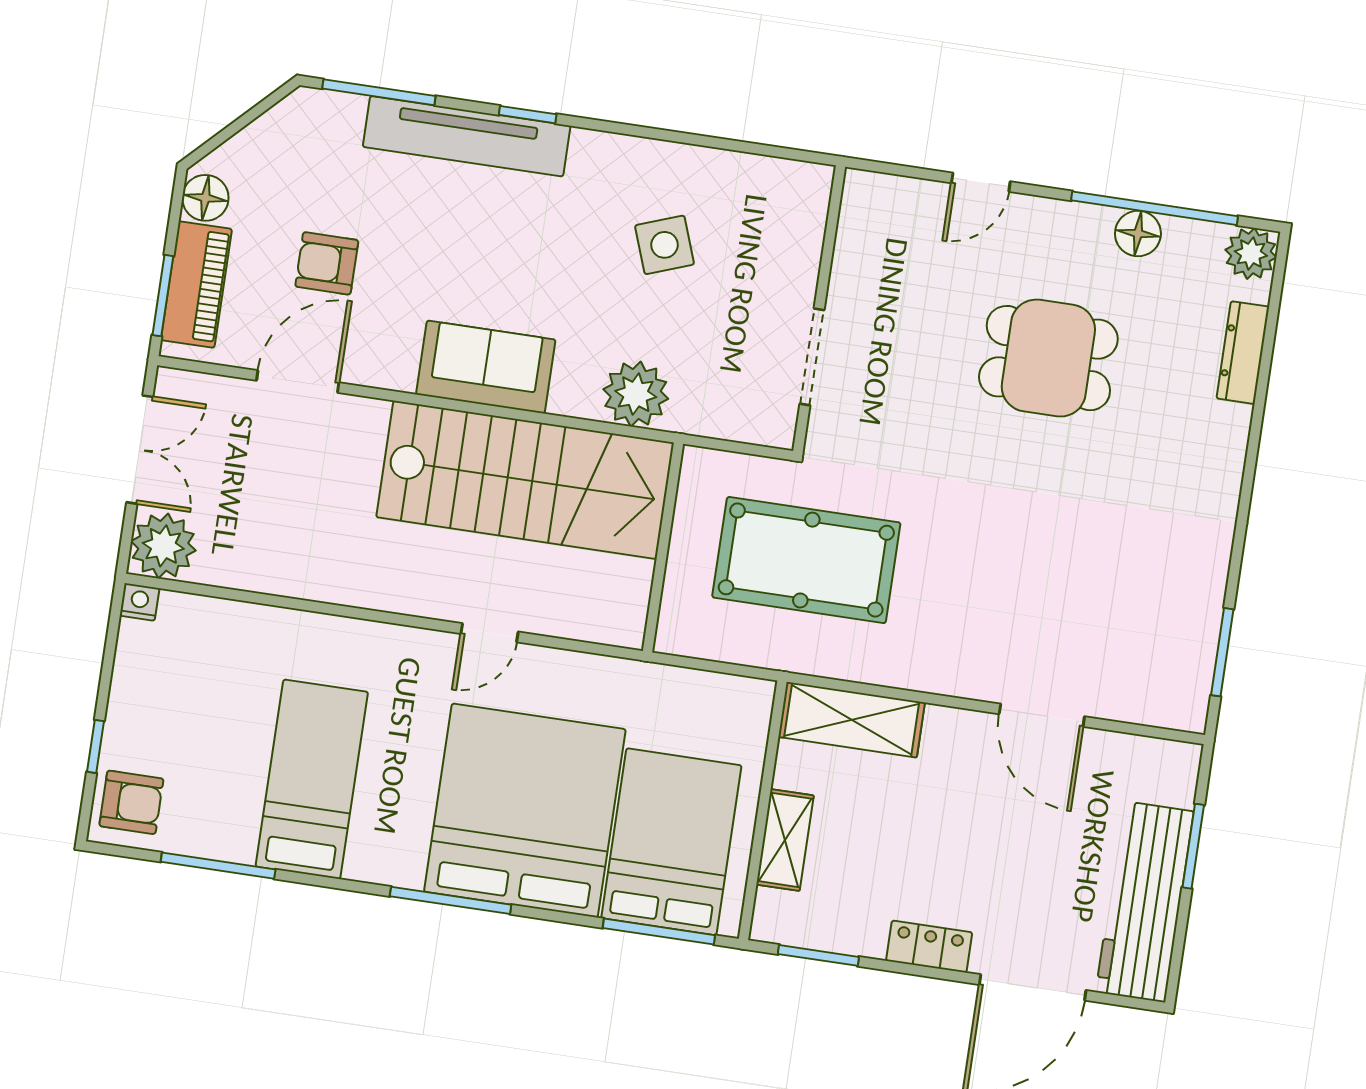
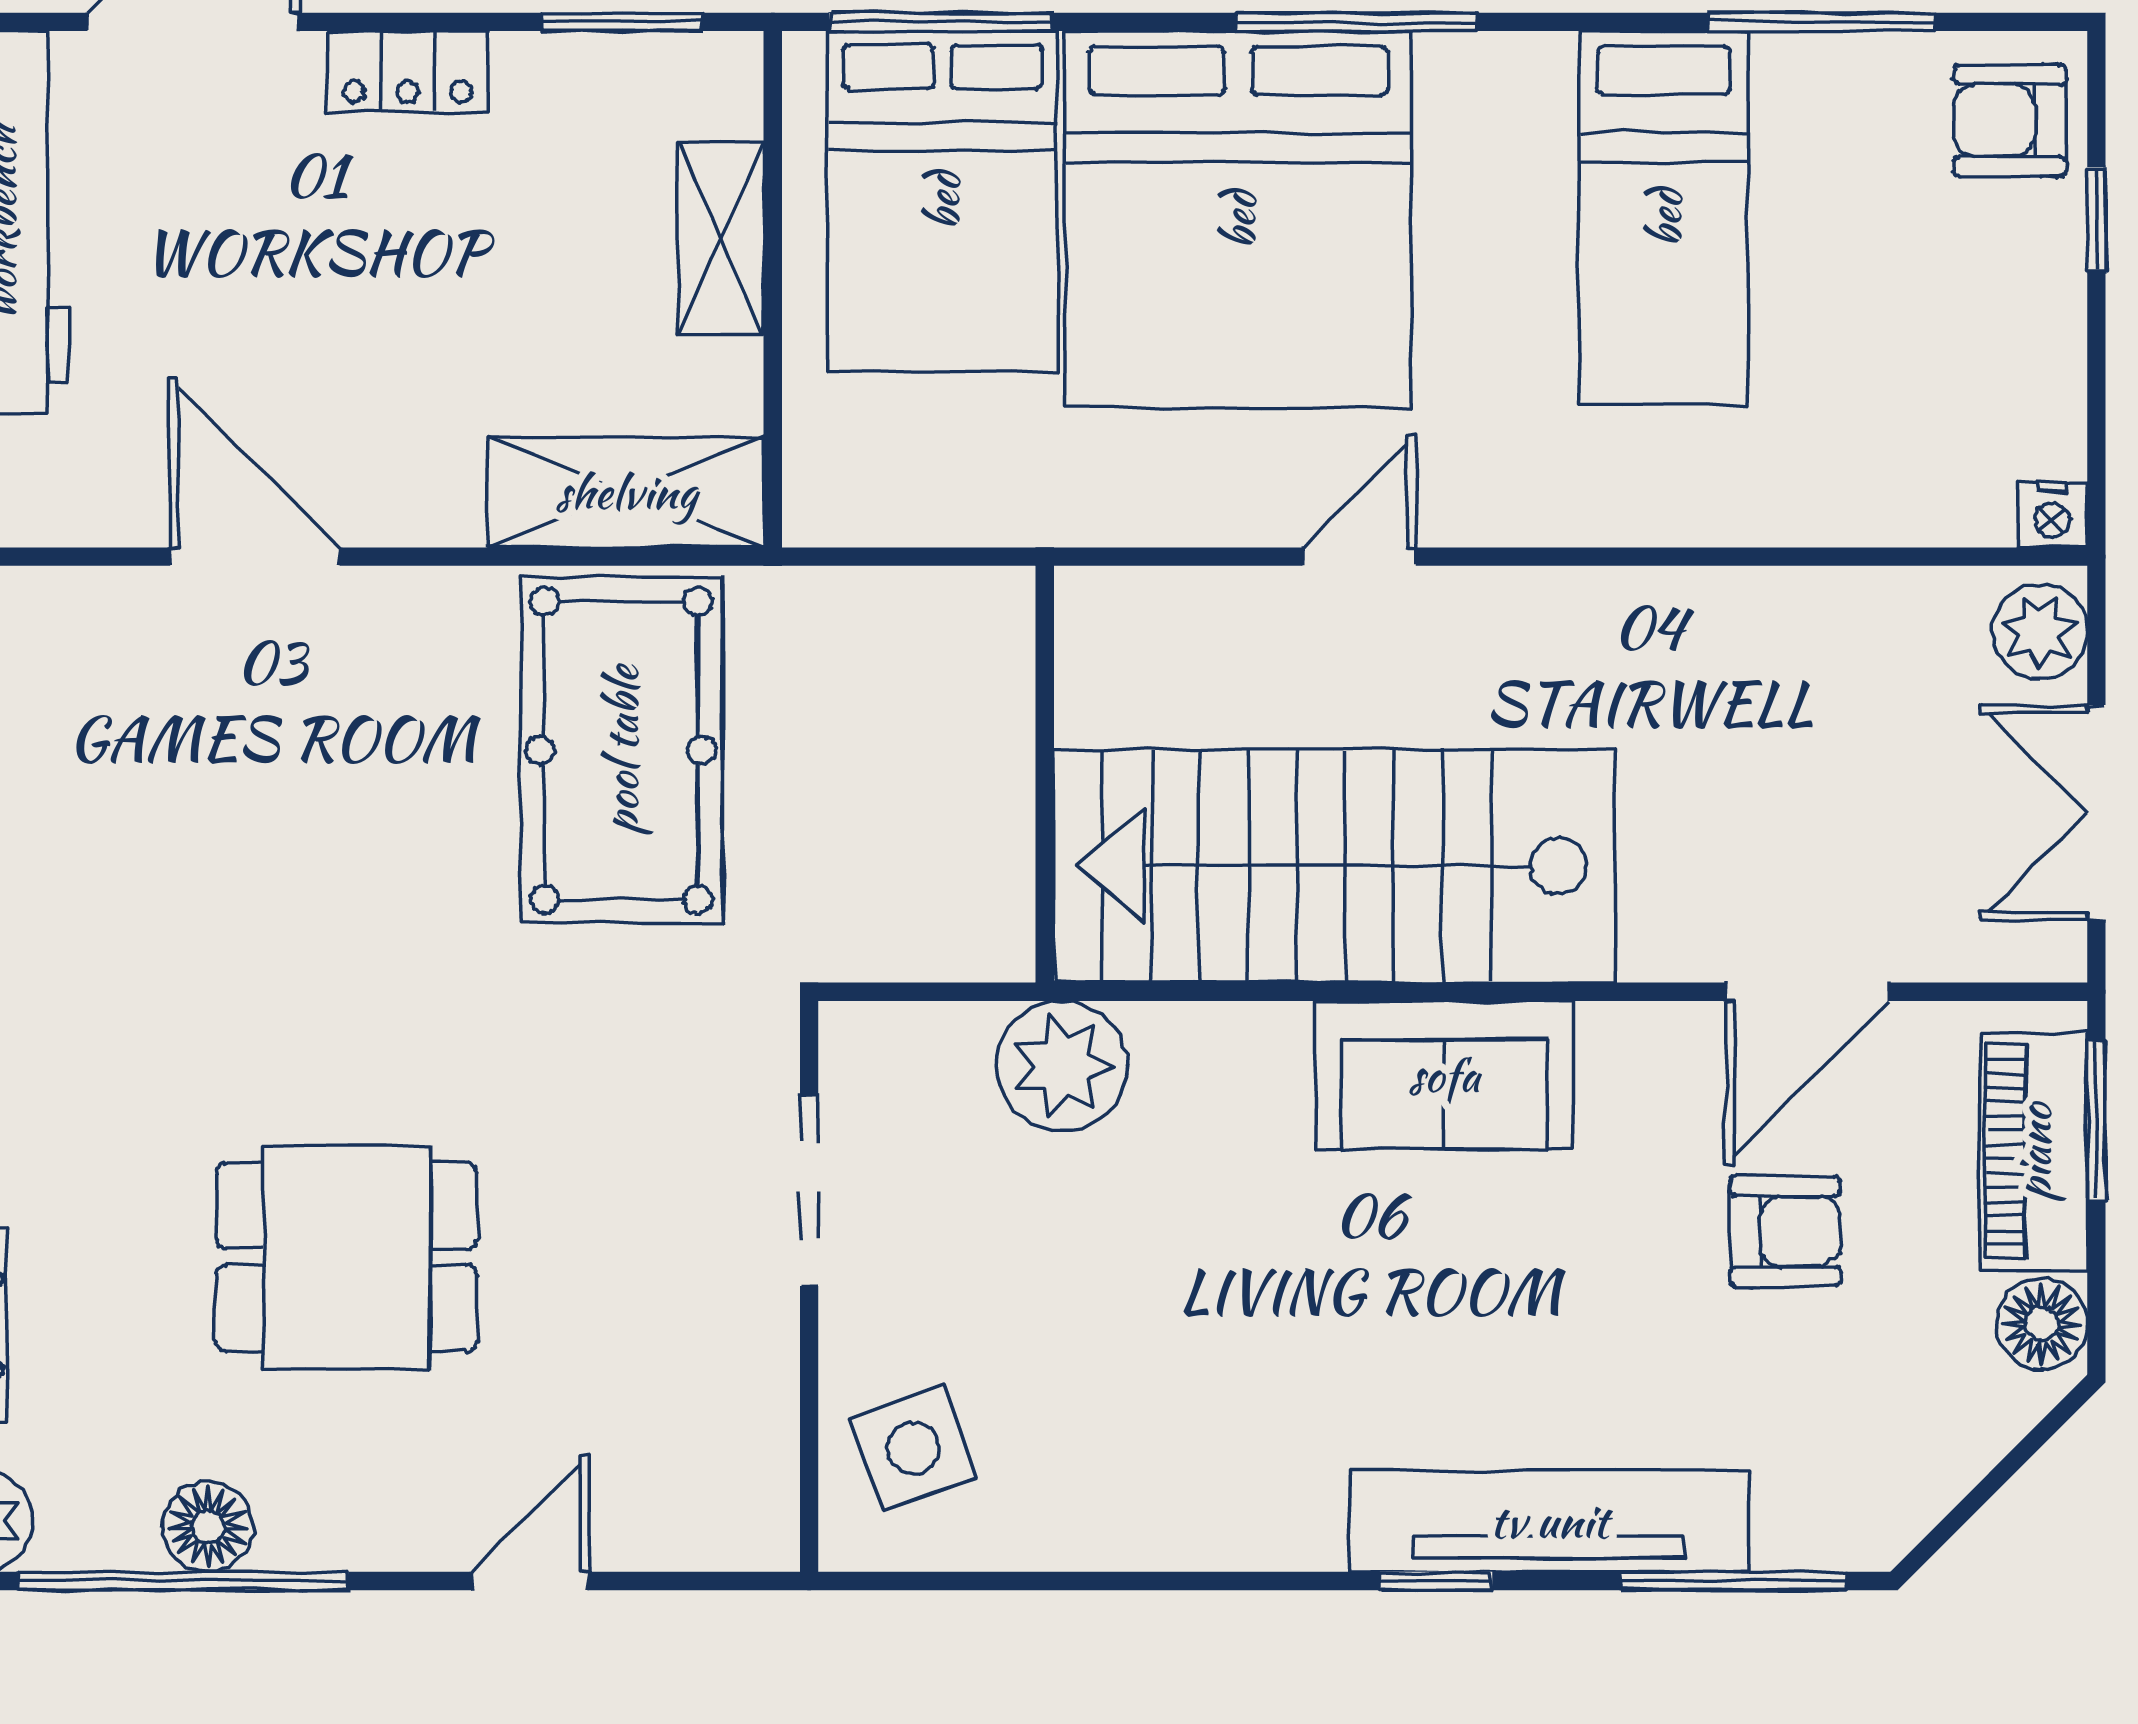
side table: (664, 245) -> (913, 1448), moved
plant: (636, 394) -> (1062, 1066), moved
plant: (163, 546) -> (2040, 631), width x0.73, depth x0.73
pool table: (806, 560) -> (621, 750), moved, turned 90

